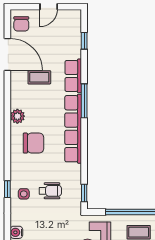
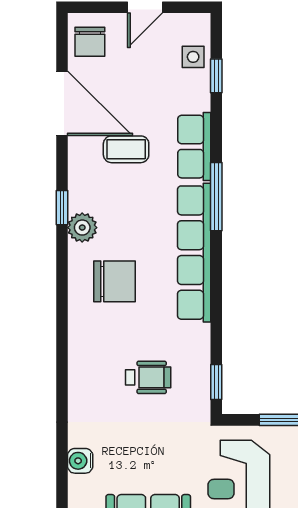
window: (7, 189) -> (62, 208), moved
side table: (24, 194) -> (193, 57), moved

